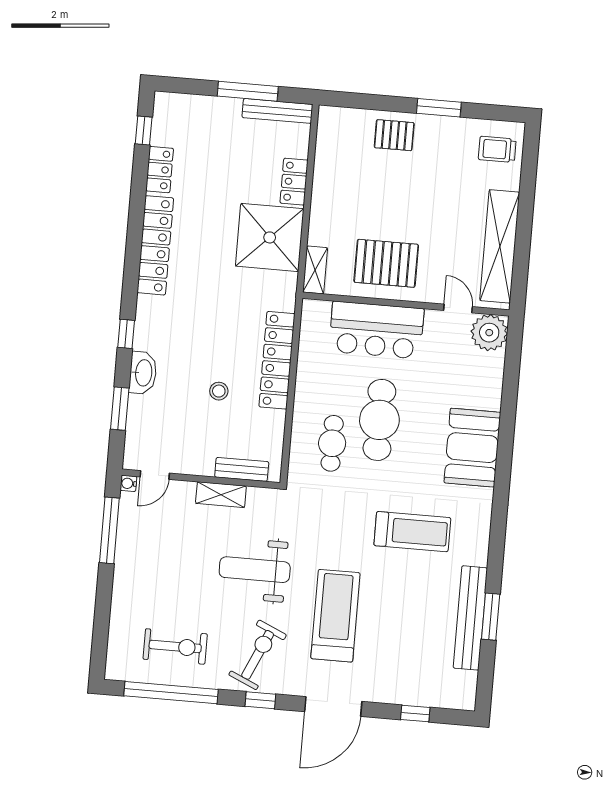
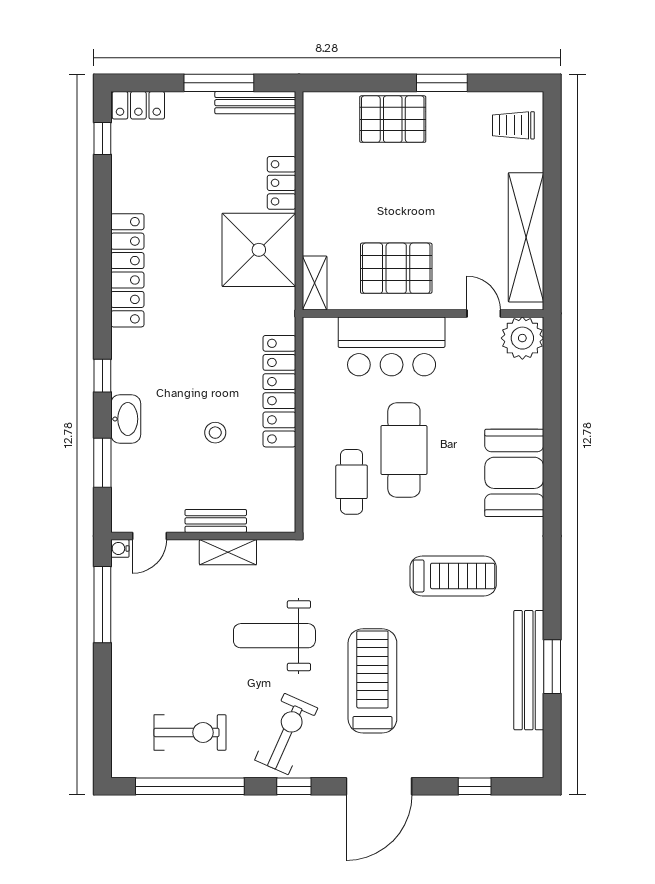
pallet: (394, 135) -> (393, 119), width x1.50, depth x1.42
locker: (160, 170) -> (138, 105), moved, turned 90
bench: (242, 469) -> (216, 521), moved

